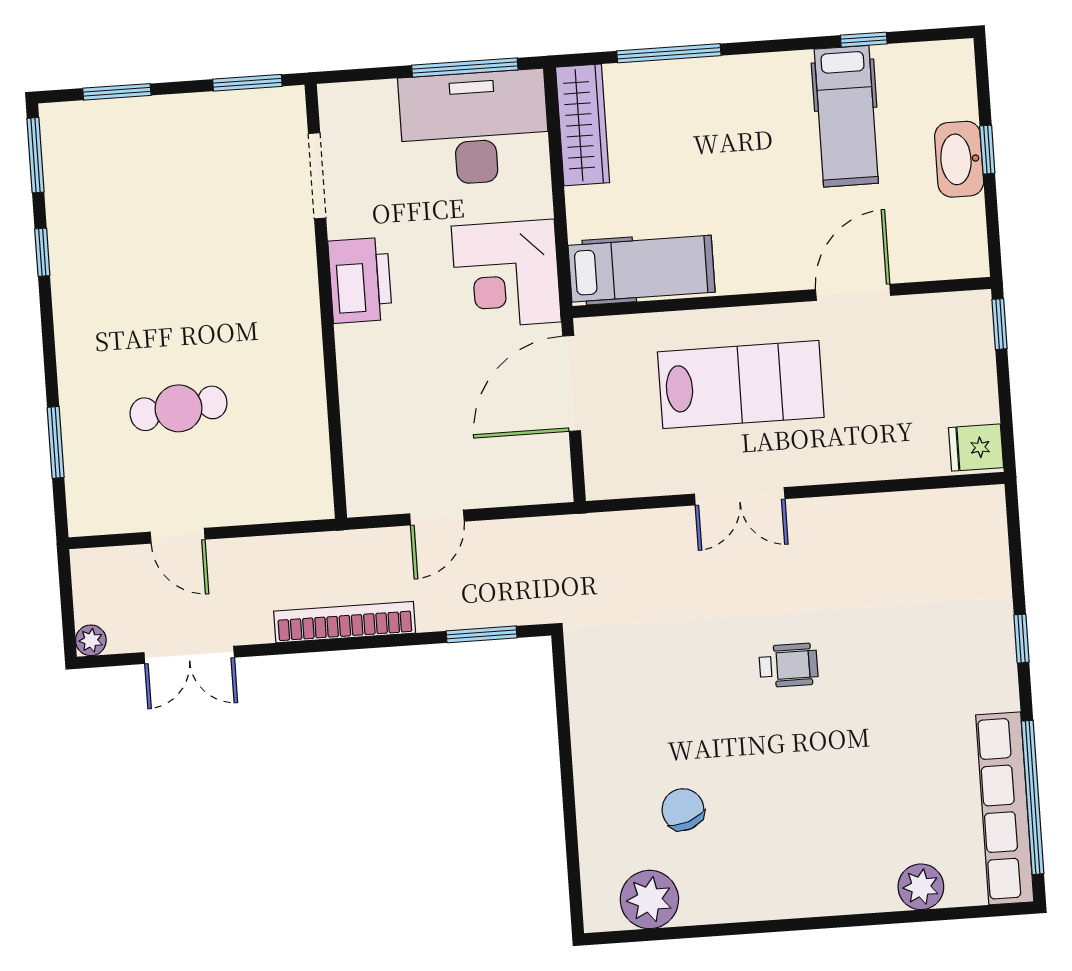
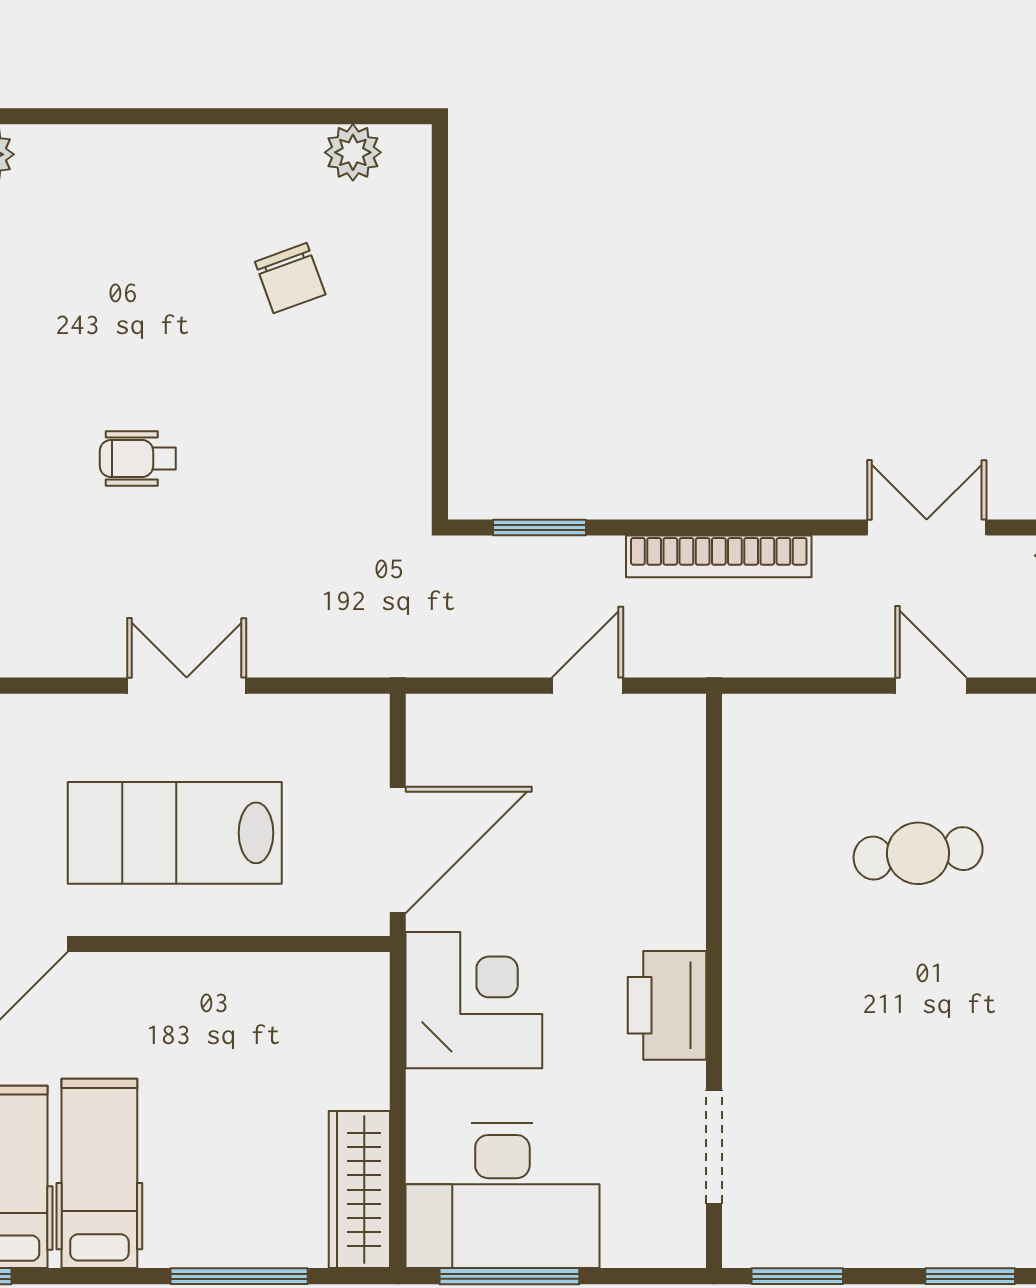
hospital bed: (642, 269) -> (99, 1173), moved, turned 90
plant: (649, 900) -> (353, 152), width x0.73, depth x0.73

